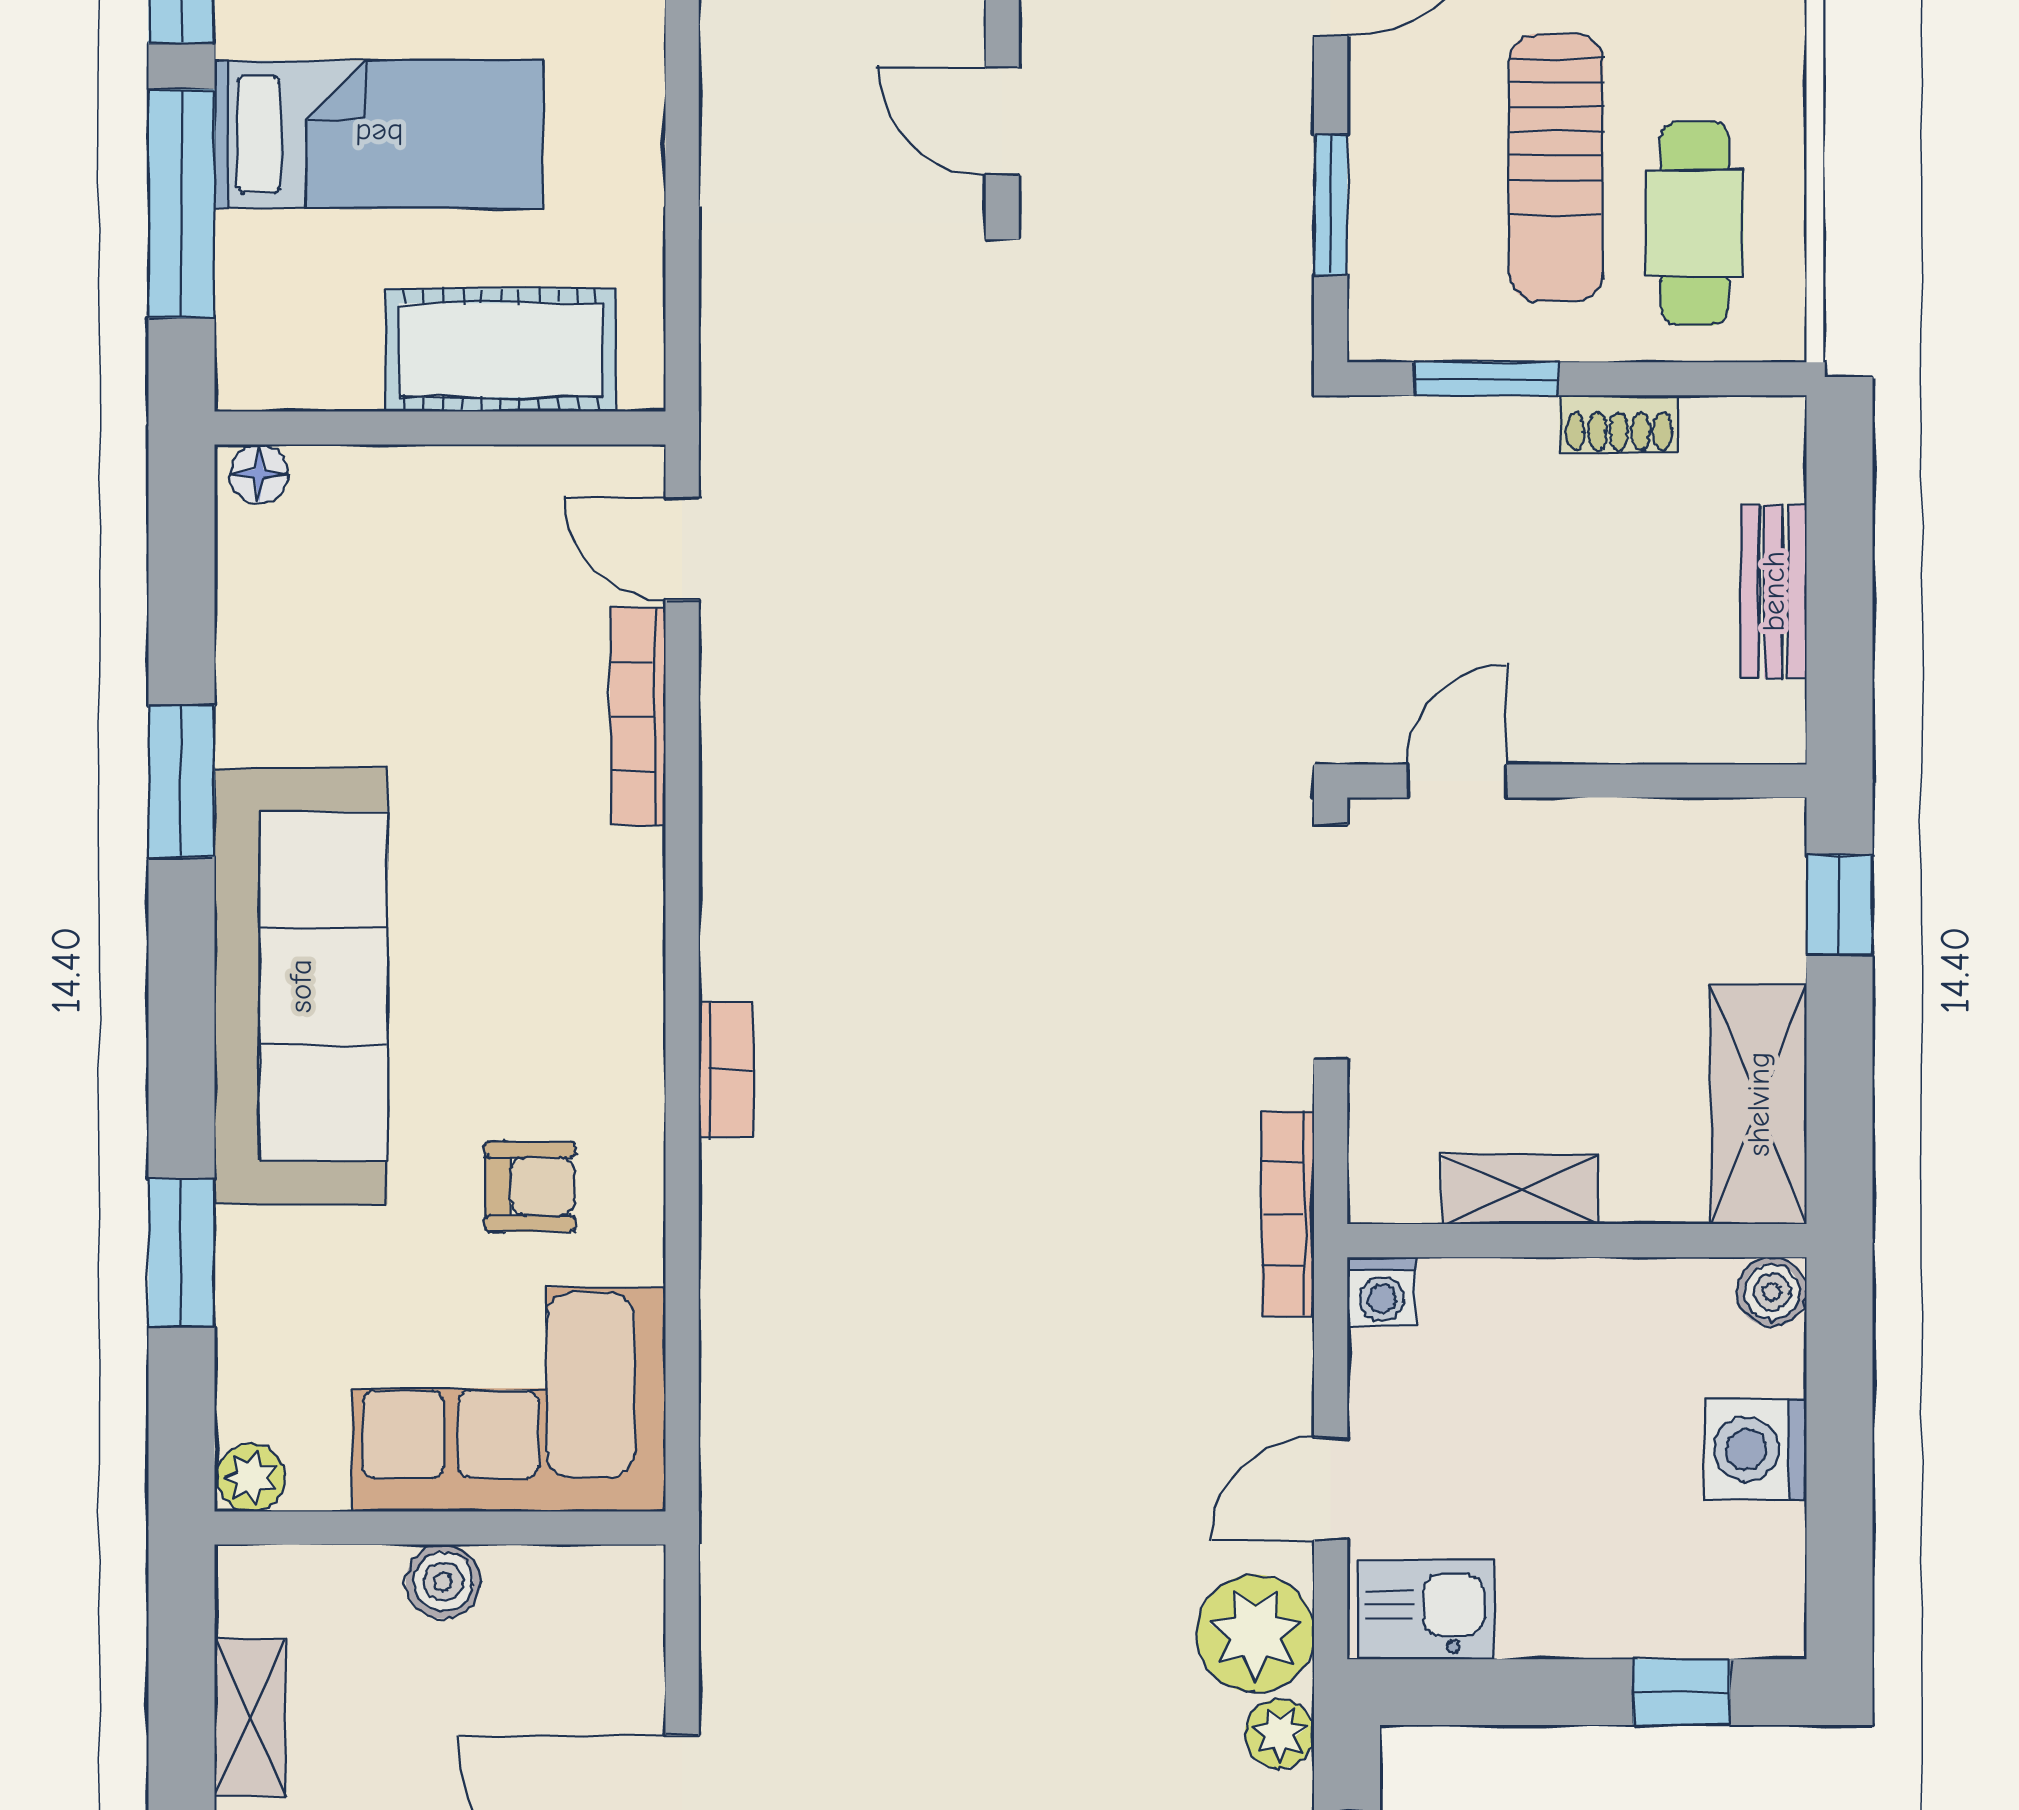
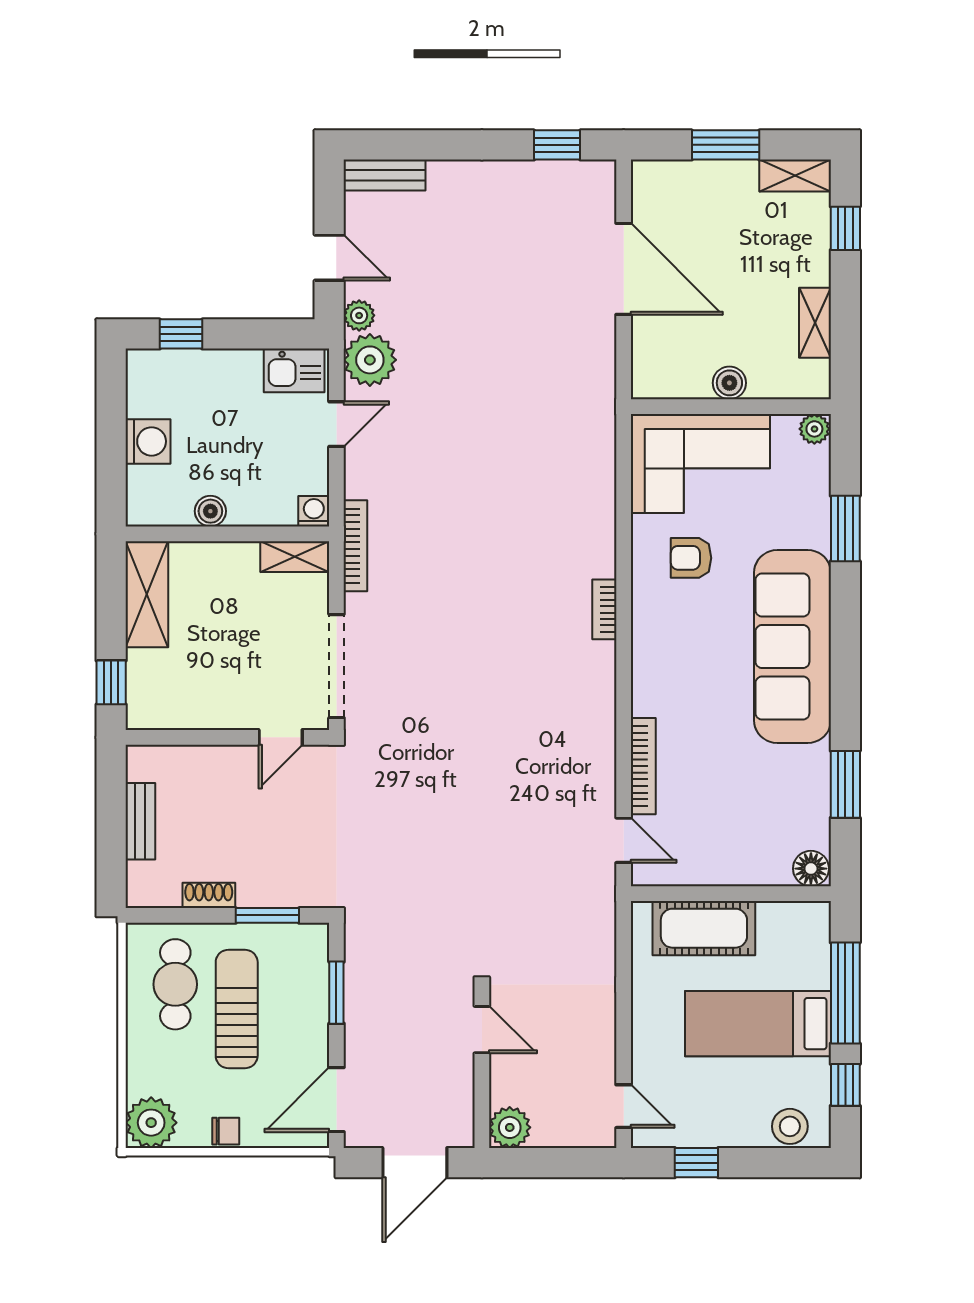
floor lamp: (259, 474) -> (811, 869), width x1.37, depth x1.37
window: (181, 781) -> (845, 784), moved
shelving: (1520, 1189) -> (295, 557), moved
boiler: (1772, 1292) -> (210, 511), moved

